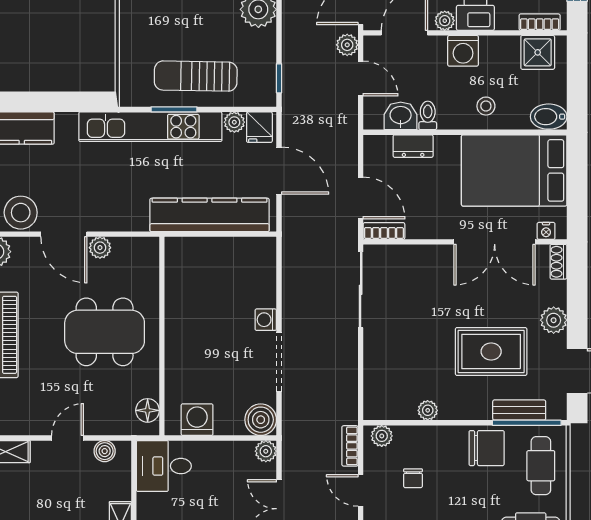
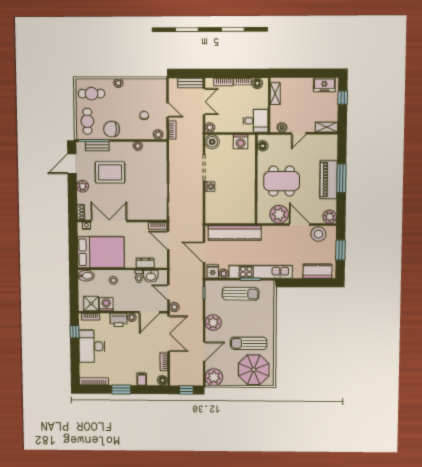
washing machine: (463, 51) -> (106, 304), moved
plant: (100, 248) -> (279, 214), width x1.88, depth x1.88

